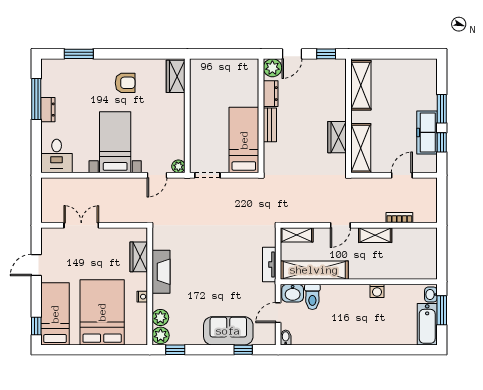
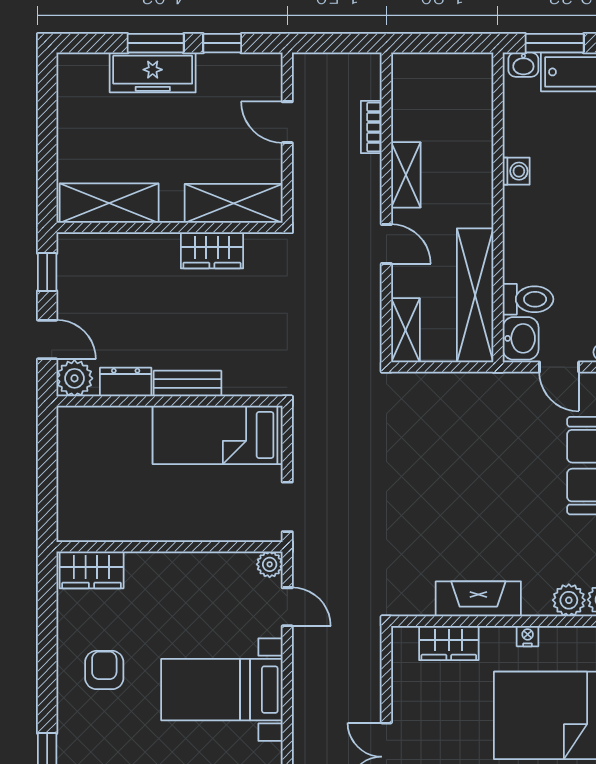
freezer: (427, 132) -> (153, 72), moved
tv unit: (269, 264) -> (464, 385), removed

